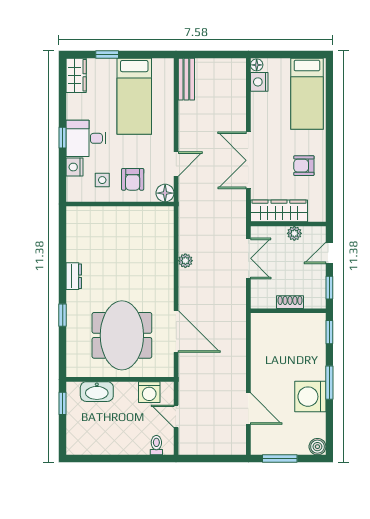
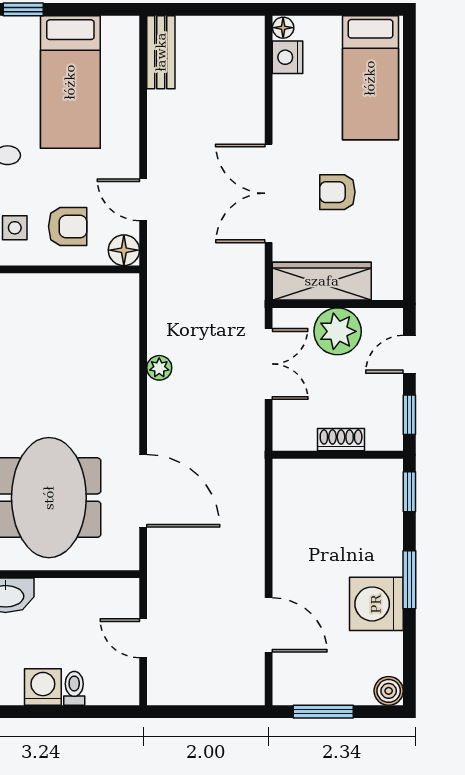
door: (176, 164) -> (143, 200), swing flipped
armchair: (304, 166) -> (337, 192), moved
armchair: (133, 179) -> (68, 226), turned -90
plant: (294, 233) -> (338, 331), width x1.88, depth x1.88
washing machine: (149, 392) -> (43, 687), moved, turned 180
toilet: (156, 445) -> (74, 688), moved

